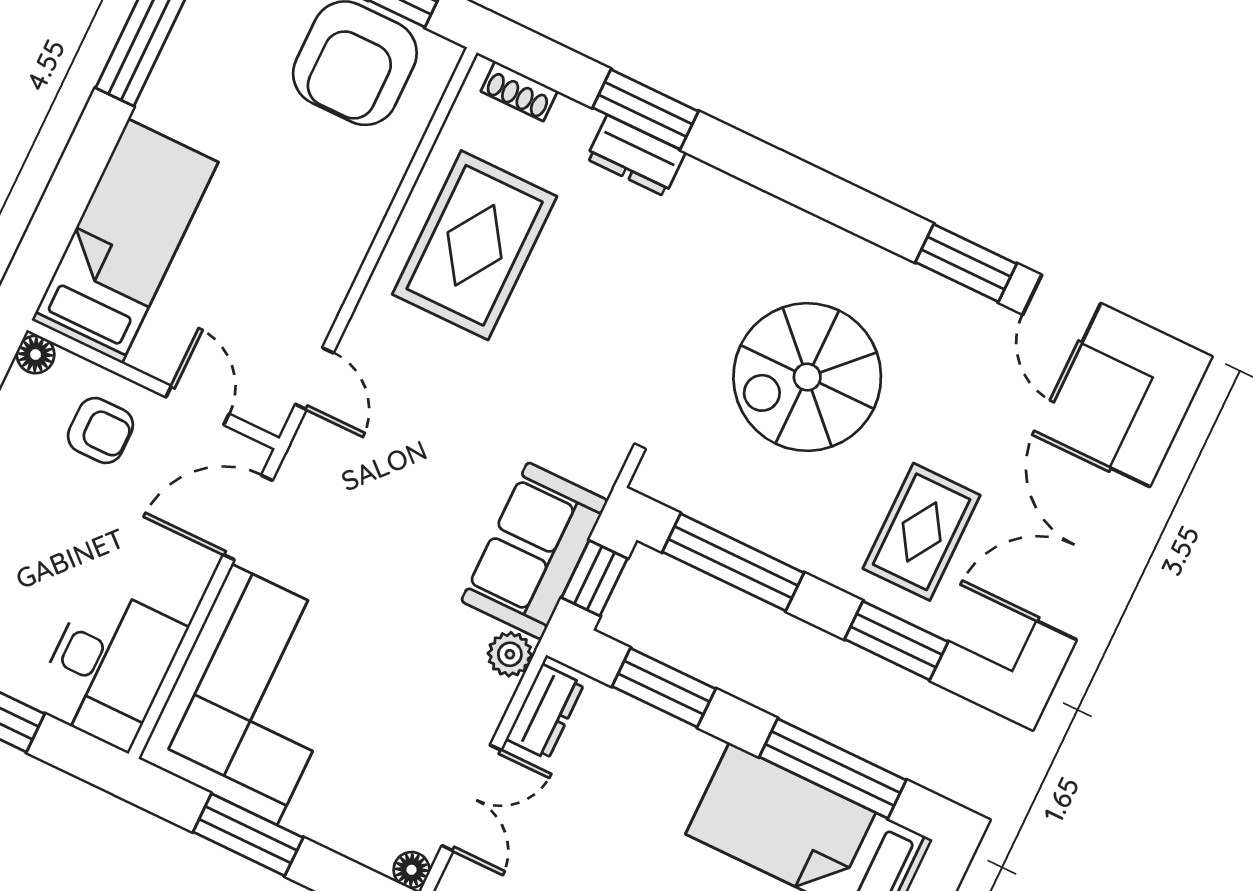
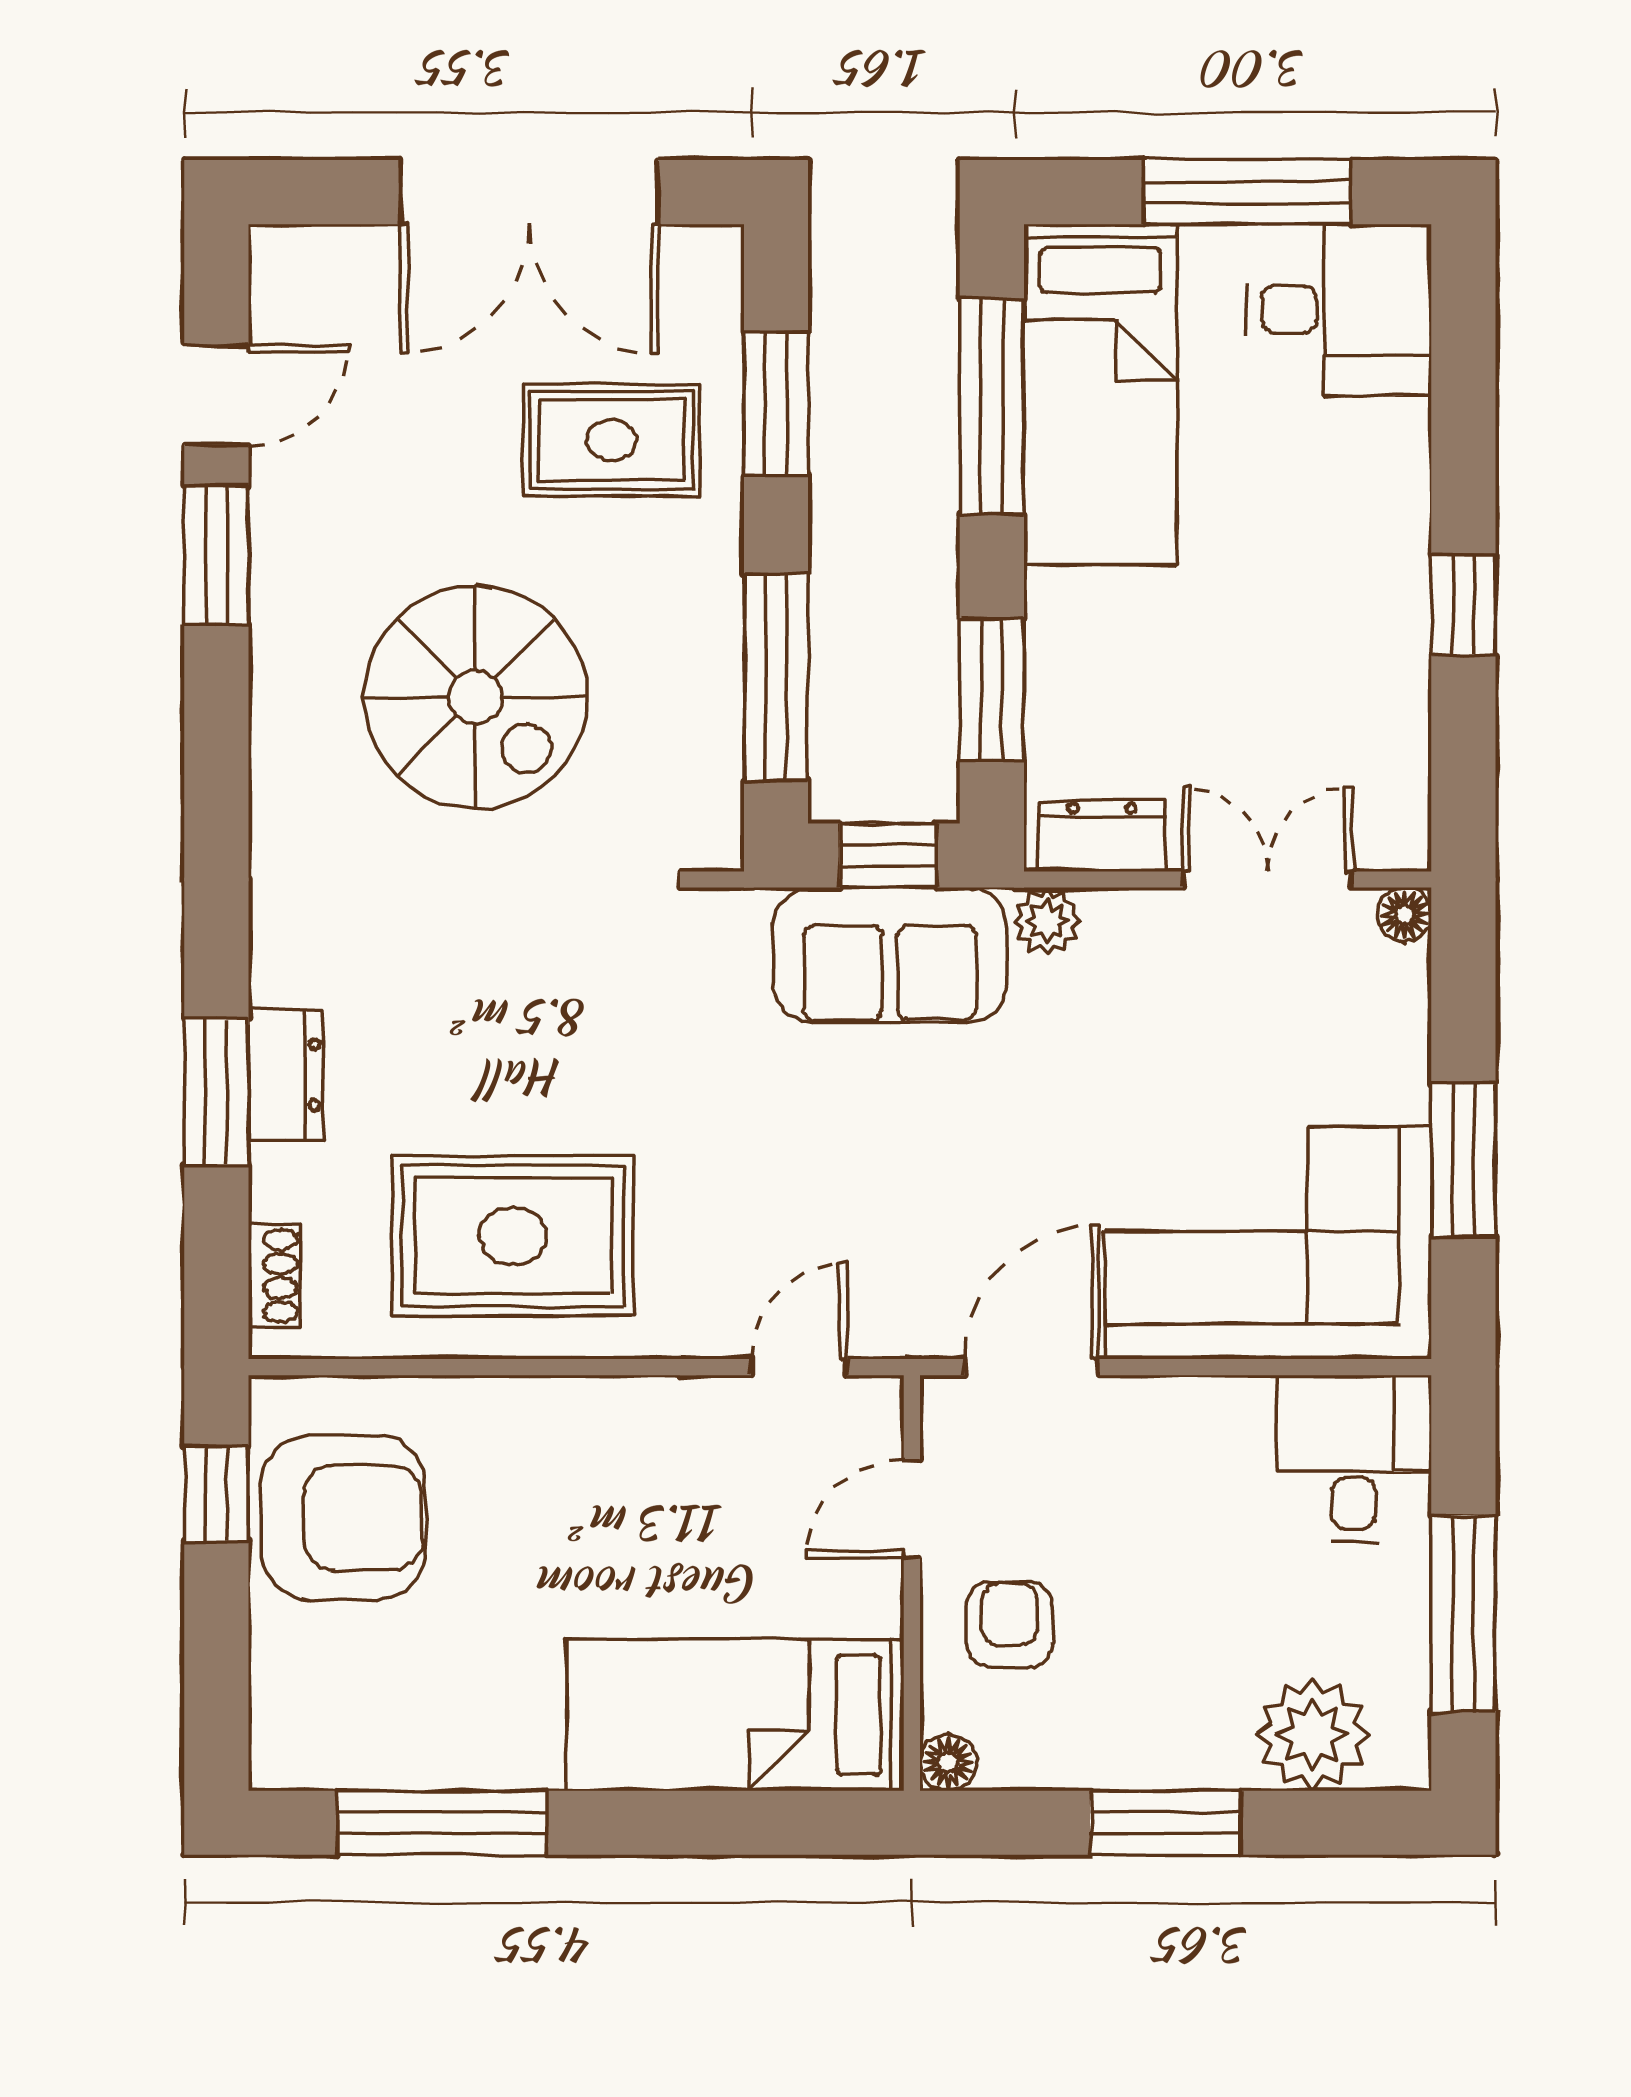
door: (248, 518) -> (1032, 1367), swing flipped
desk: (109, 667) -> (1354, 1458), width x0.73

